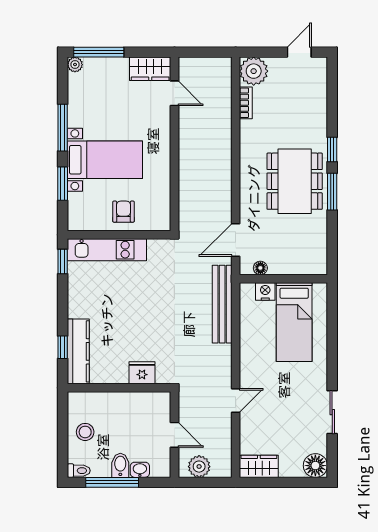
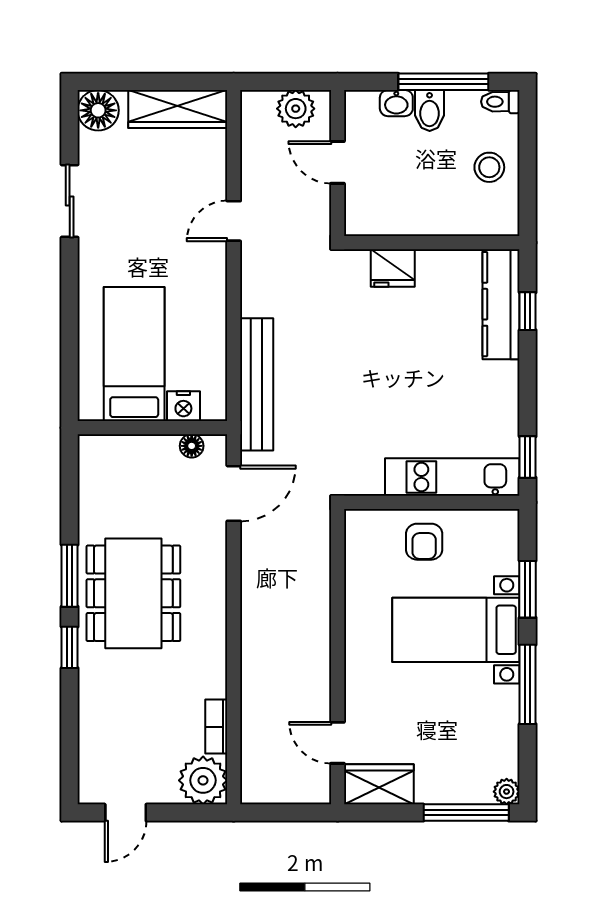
wardrobe: (259, 466) -> (178, 109), width x1.50

